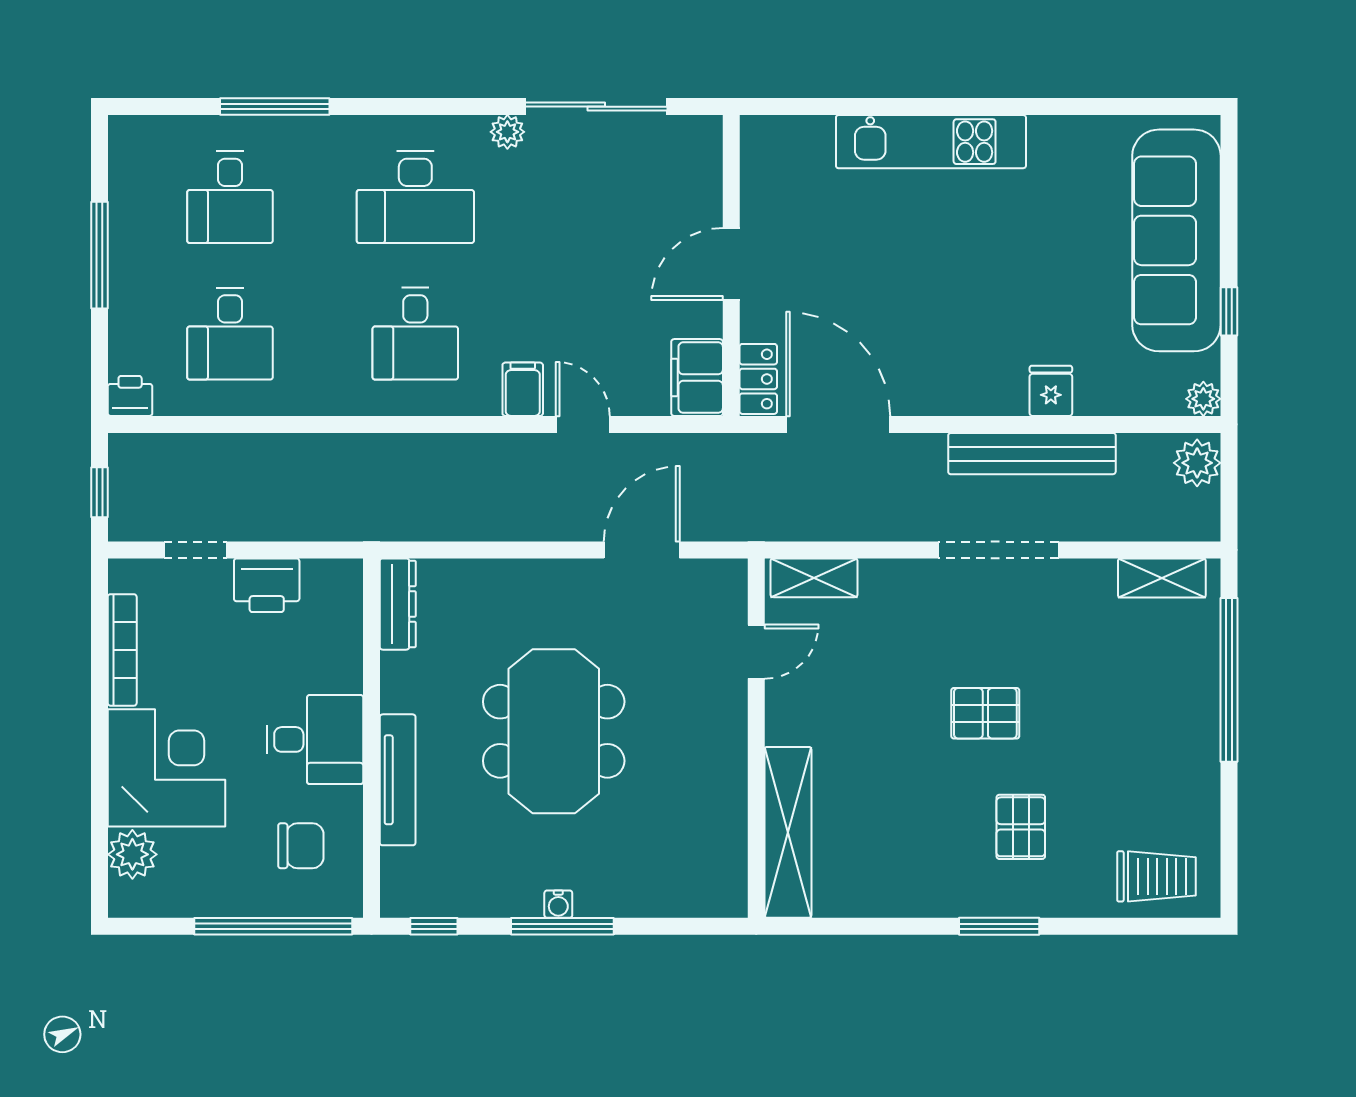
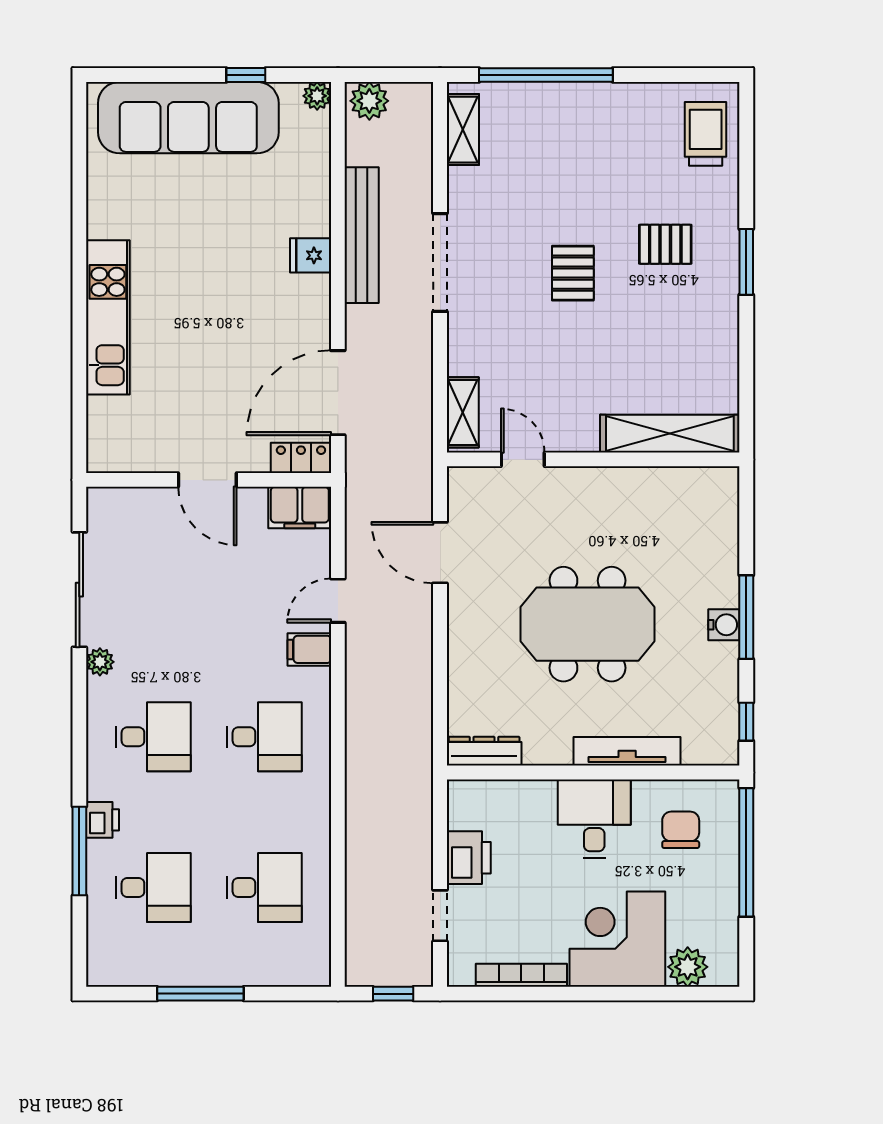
desk: (415, 197) -> (153, 737), width x0.73
fridge: (1051, 391) -> (311, 255), moved
printer: (130, 396) -> (103, 820), moved, turned 180
water cooler: (558, 904) -> (724, 625), width x1.38, depth x1.38

